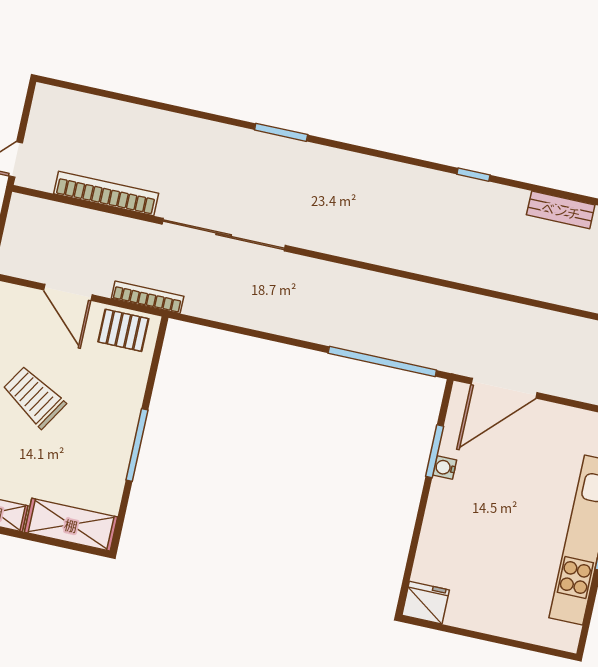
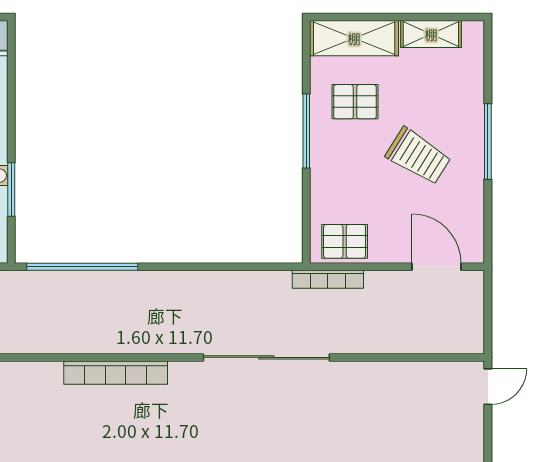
bookcase: (106, 193) -> (116, 373), moved
door: (68, 292) -> (437, 267), moved
pallet: (84, 463) -> (355, 102), added

